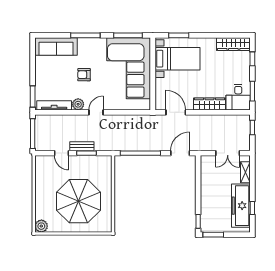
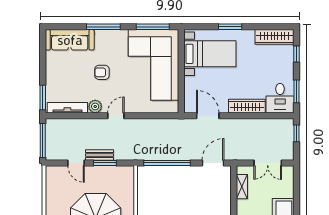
window: (179, 35) -> (230, 27), moved
shelving: (245, 172) -> (242, 187), moved

